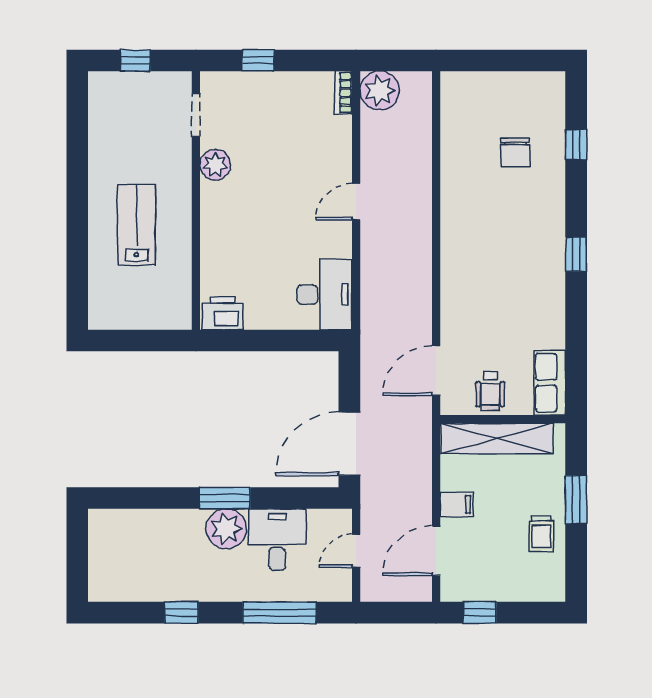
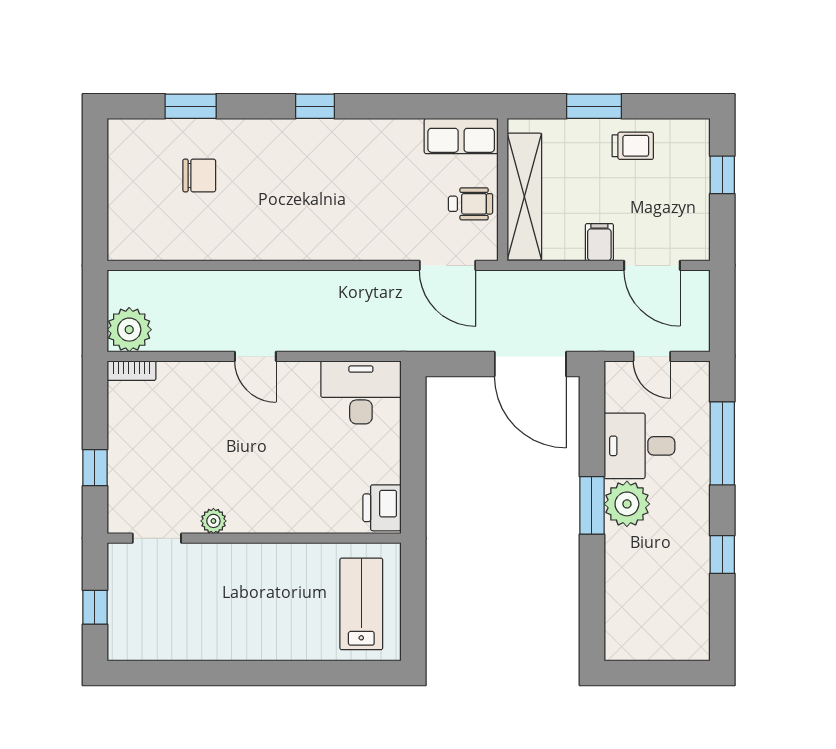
window: (576, 145) -> (191, 106), width x1.50
plant: (215, 165) -> (213, 521), width x0.73, depth x0.73
lab bench: (136, 225) -> (361, 604), moved, turned 90
window: (480, 613) -> (722, 175), moved

